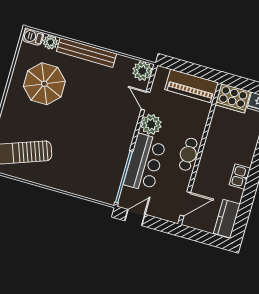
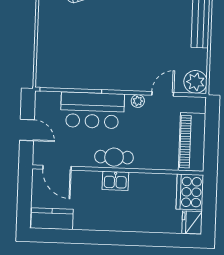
plant: (151, 124) -> (138, 101), width x0.53, depth x0.53
kitchen sink: (240, 177) -> (115, 181), moved, turned 180
door: (135, 218) -> (27, 130), moved

